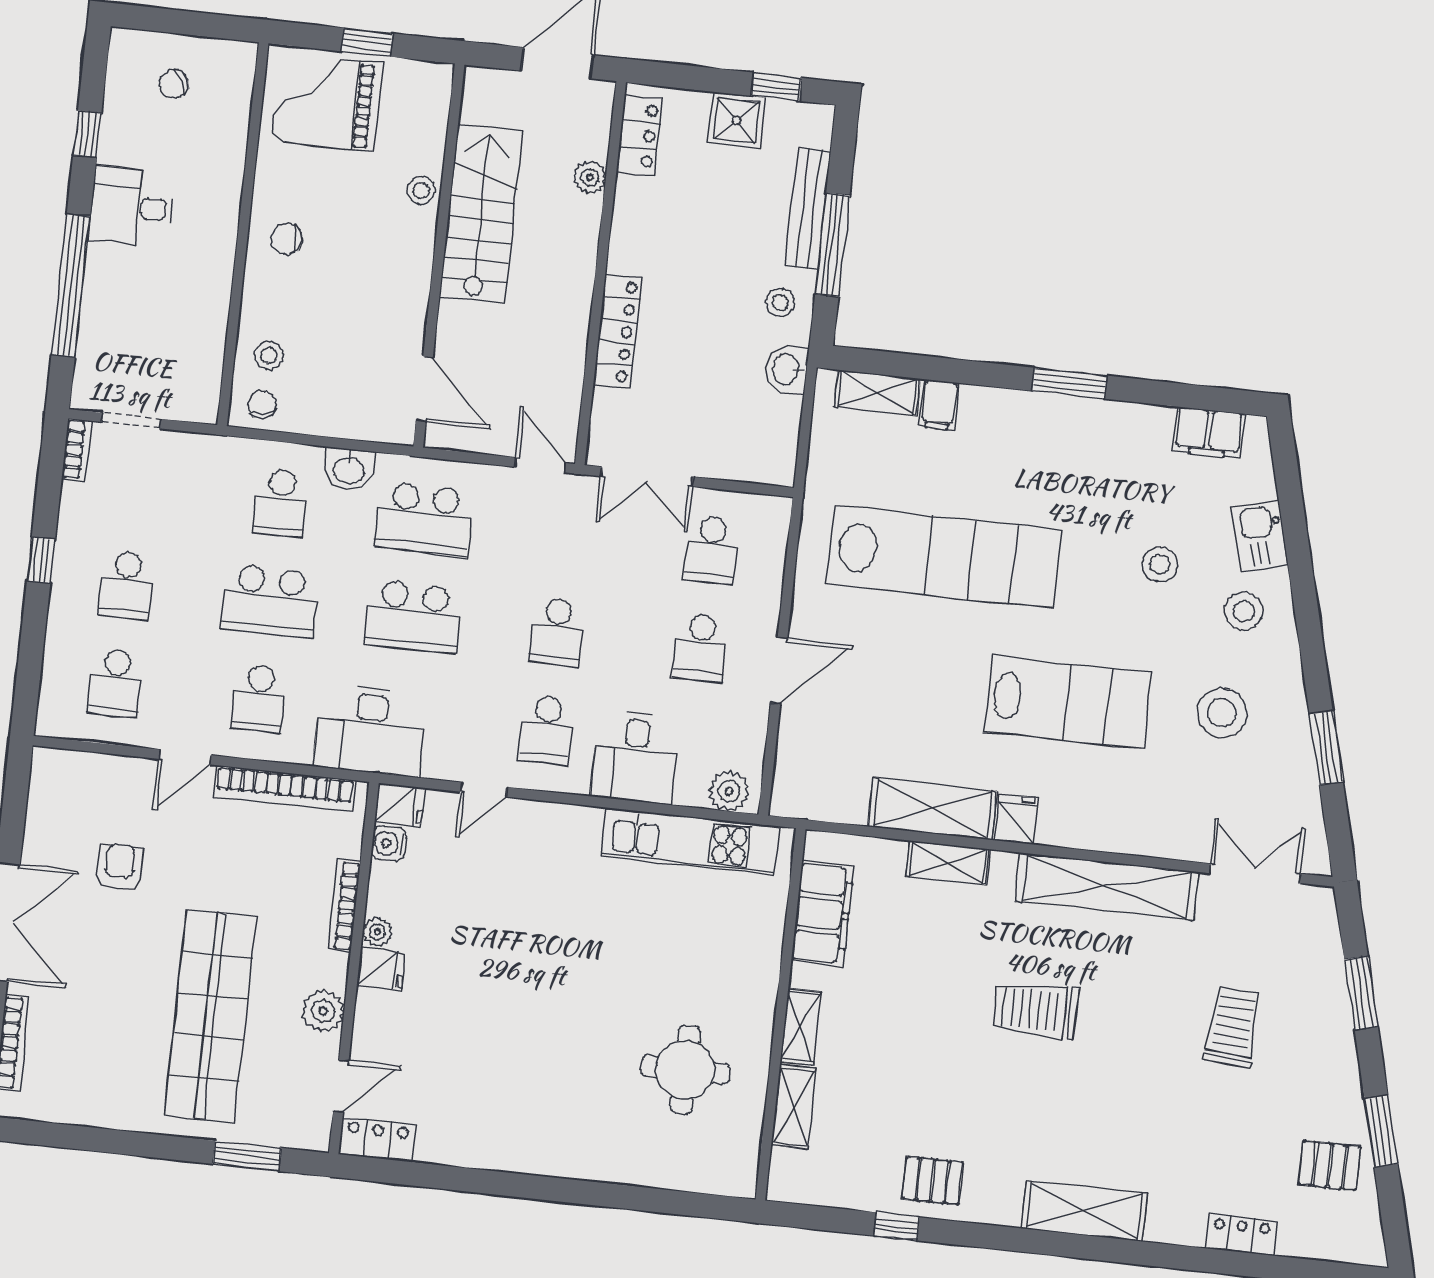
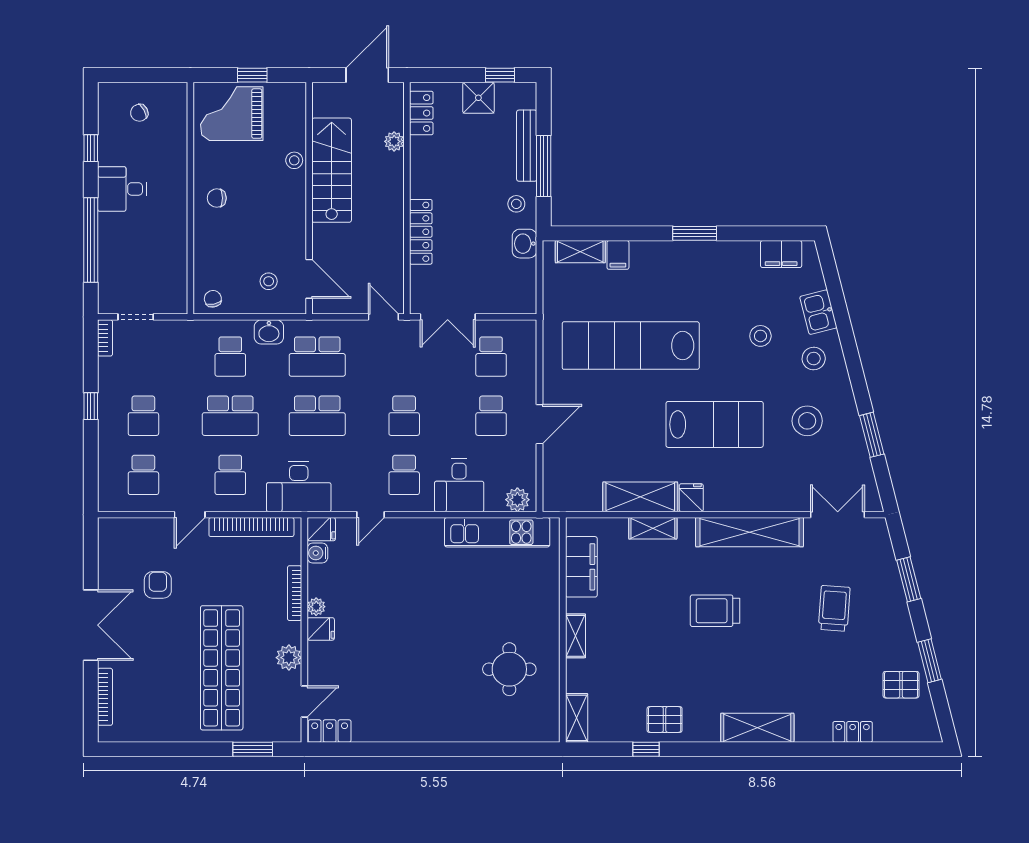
stool: (269, 356) -> (269, 281), moved
lab bench: (944, 557) -> (631, 346), turned 180
shelving: (794, 1107) -> (577, 718), moved

